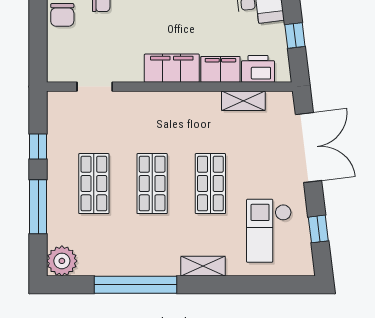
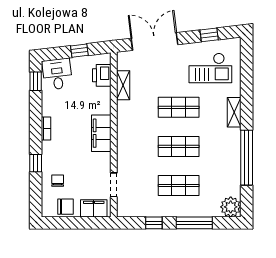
filing cabinet: (220, 69) -> (94, 208), moved, turned 90

